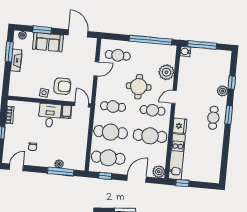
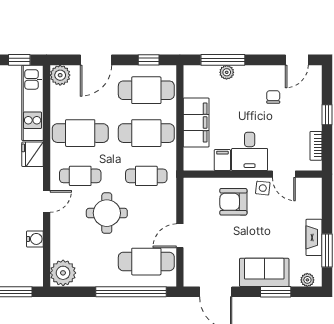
window: (151, 40) -> (131, 292), moved
water cooler: (185, 52) -> (35, 239), moved
cafe table: (118, 55) -> (146, 262), width x1.37, depth x1.35
plant: (166, 72) -> (63, 273), moved
door: (82, 105) -> (284, 174), moved
filing cabinet: (80, 136) -> (196, 123), added

